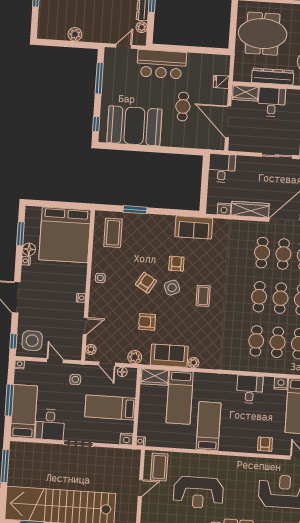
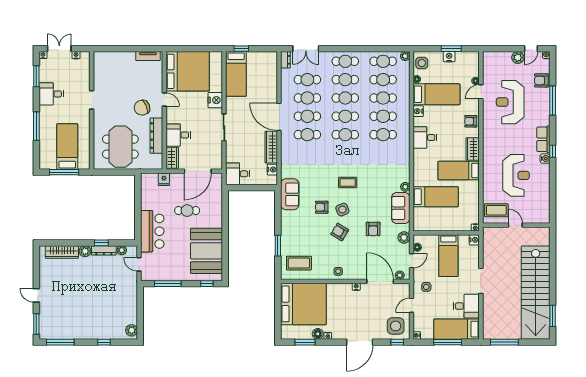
plant: (75, 34) -> (132, 330), moved
door: (85, 326) -> (380, 281), width x1.87
wardrobe: (155, 377) -> (473, 149), moved, turned 180

